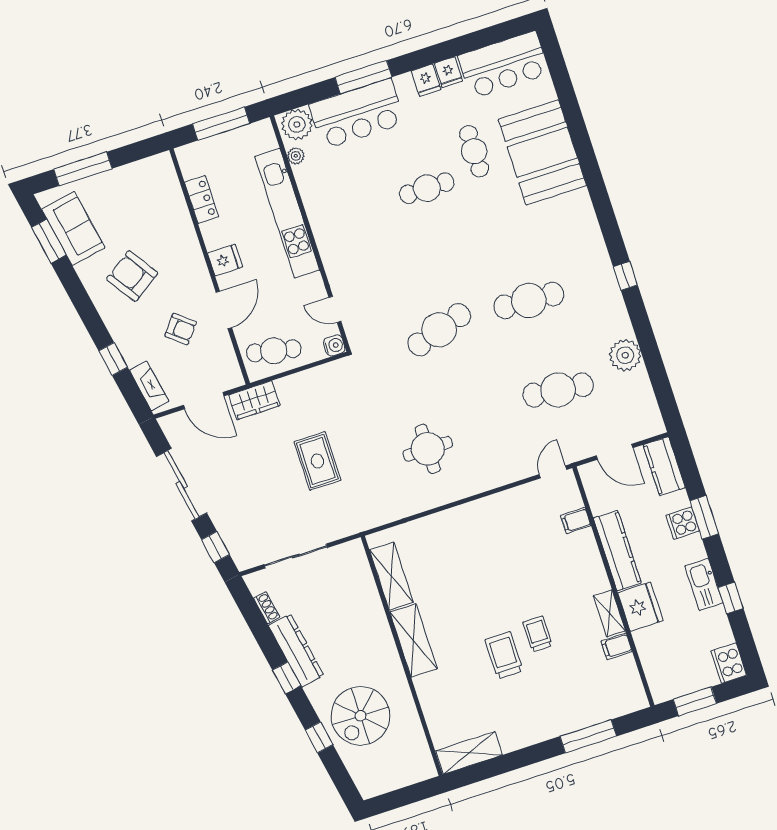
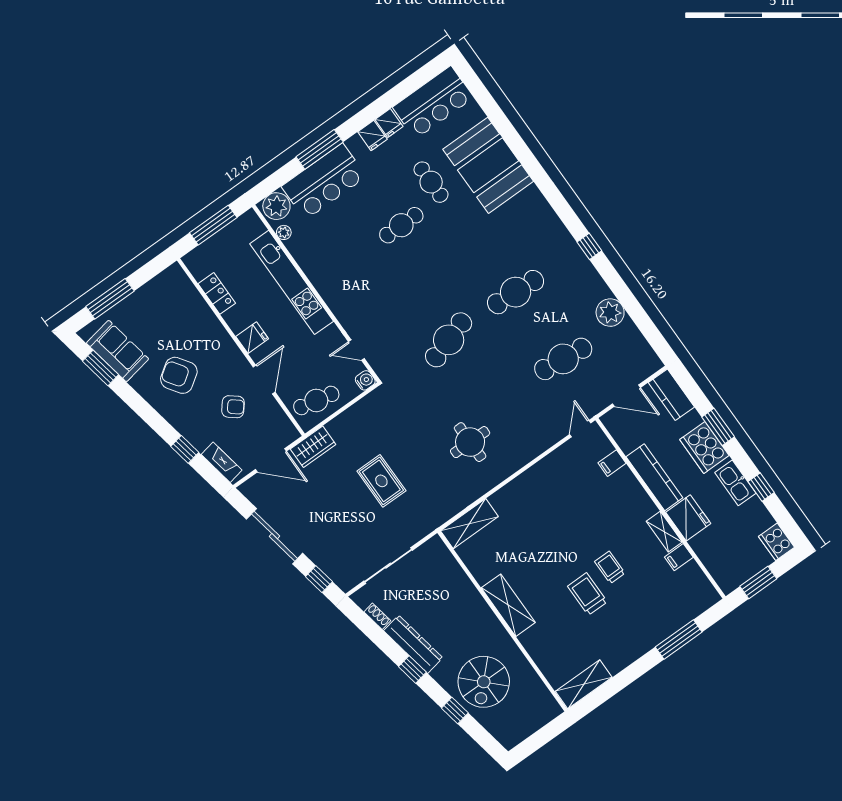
cooker: (683, 523) -> (704, 447), width x1.87, depth x1.31
shelving: (391, 576) -> (469, 524), moved, turned 90

